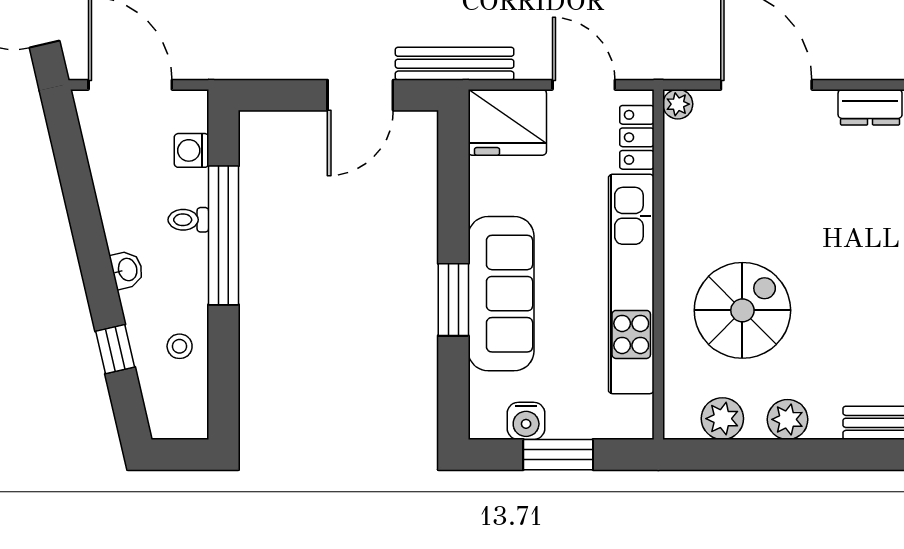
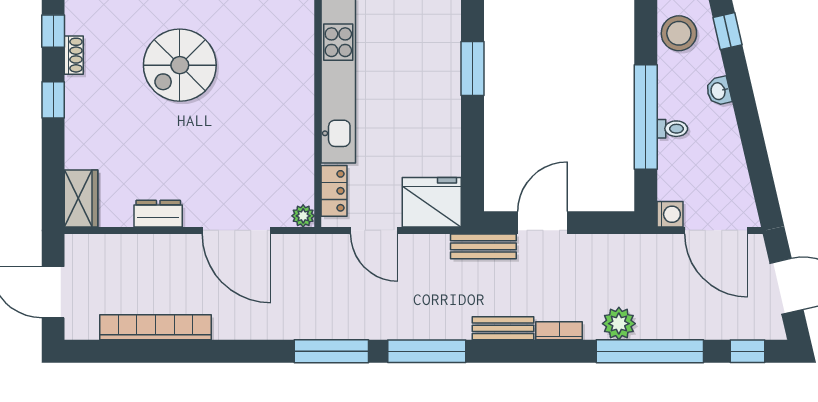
bench: (455, 64) -> (483, 246), width x0.73
washing machine: (191, 150) -> (670, 214), moved
sofa: (501, 294) -> (436, 73), removed
spiral stairs: (742, 310) -> (180, 65), moved
stool: (180, 346) -> (679, 33), width x1.89, depth x1.89

